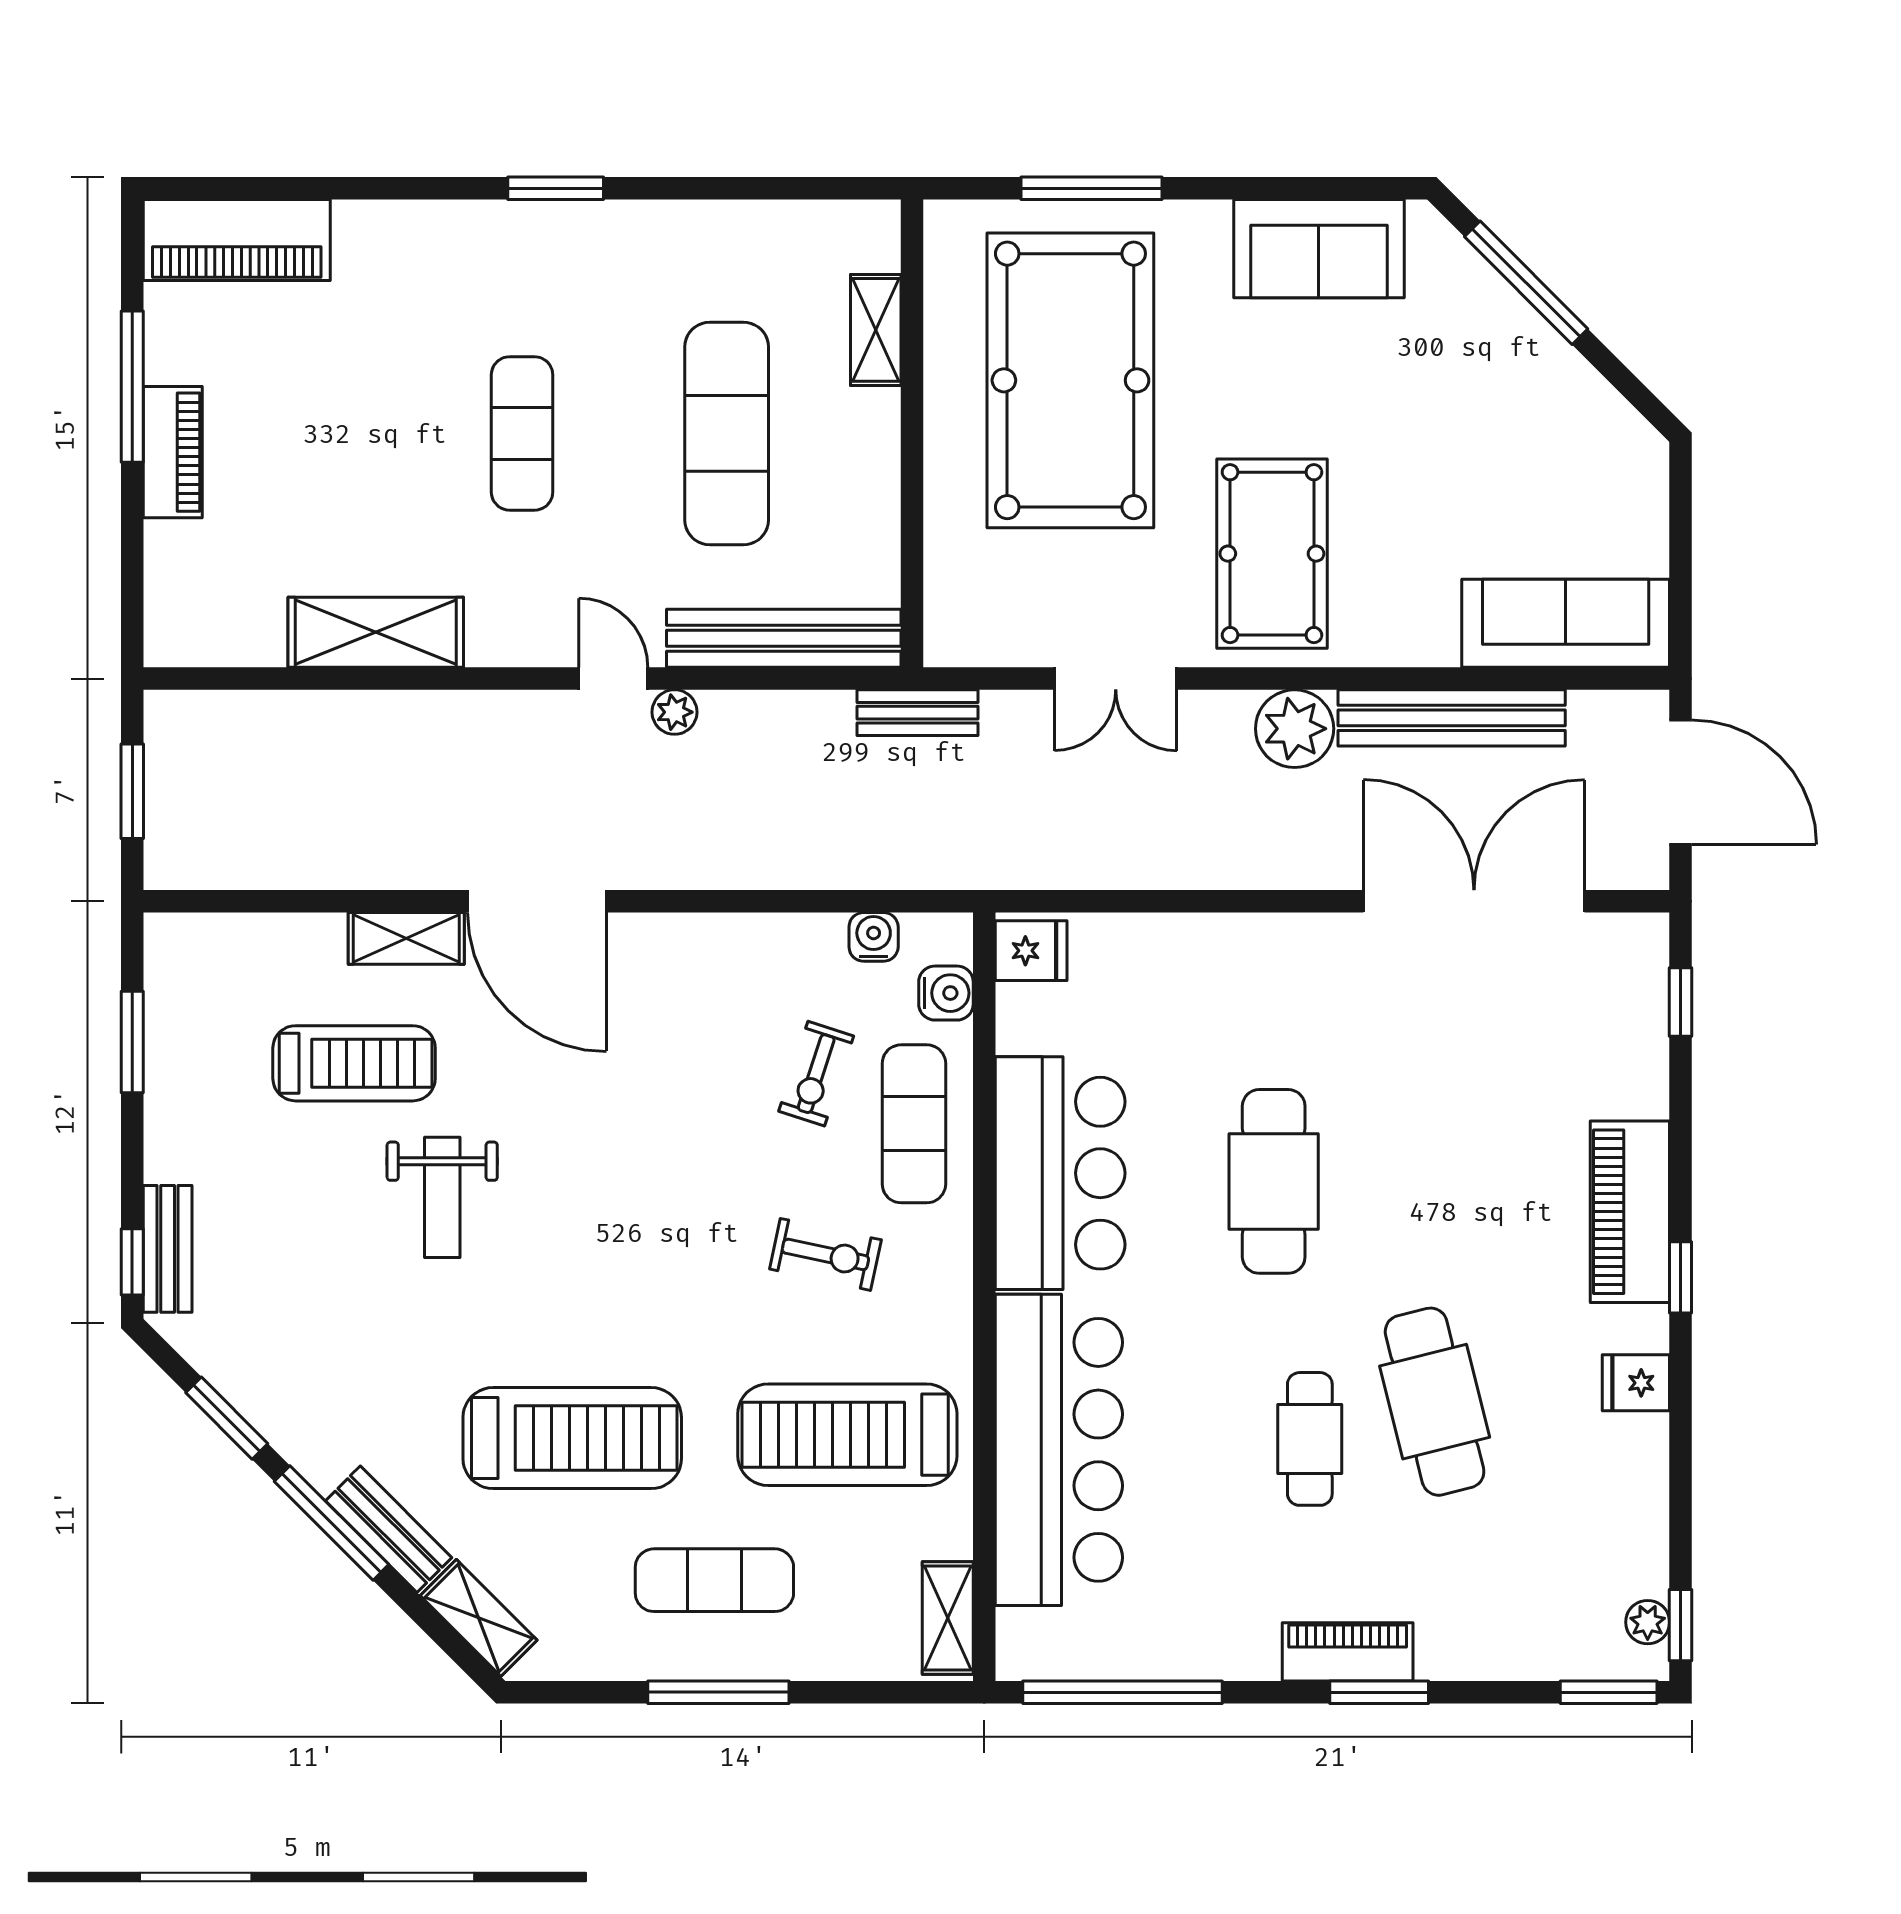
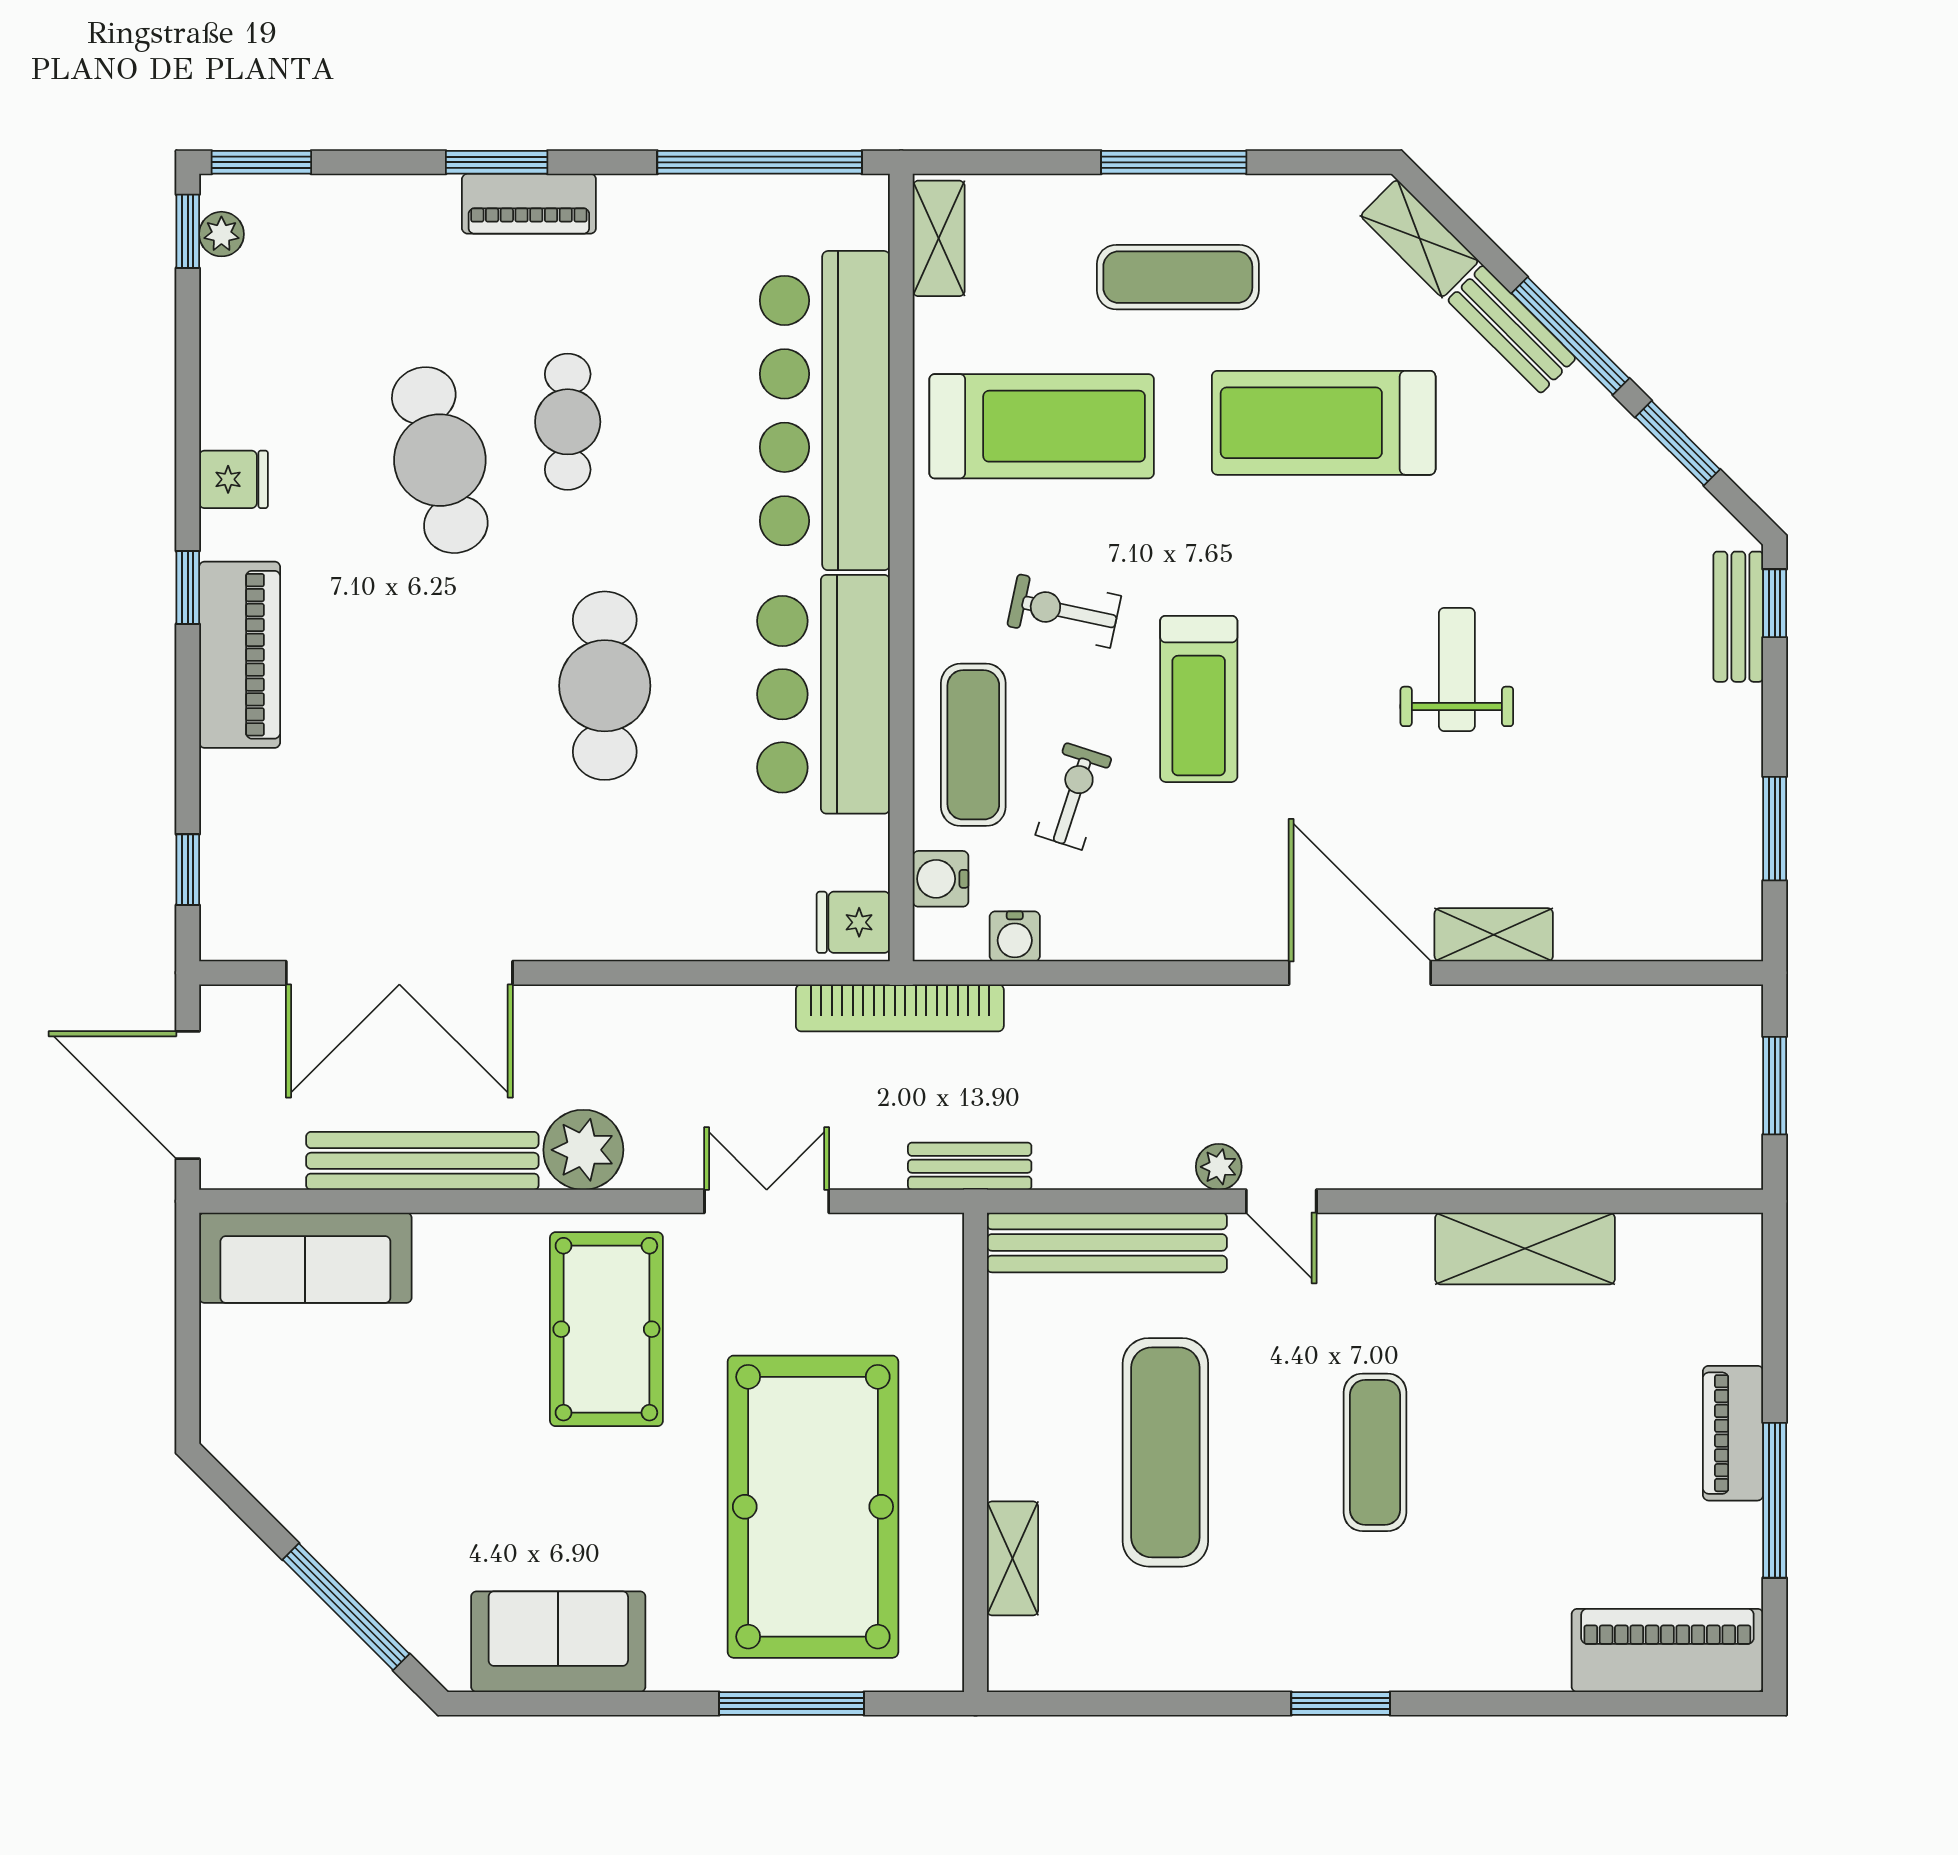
bookcase: (986, 867) -> (900, 1008), added
treadmill: (354, 1063) -> (1199, 699), moved, turned -90

